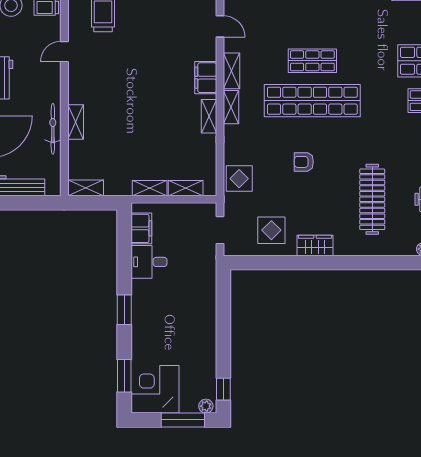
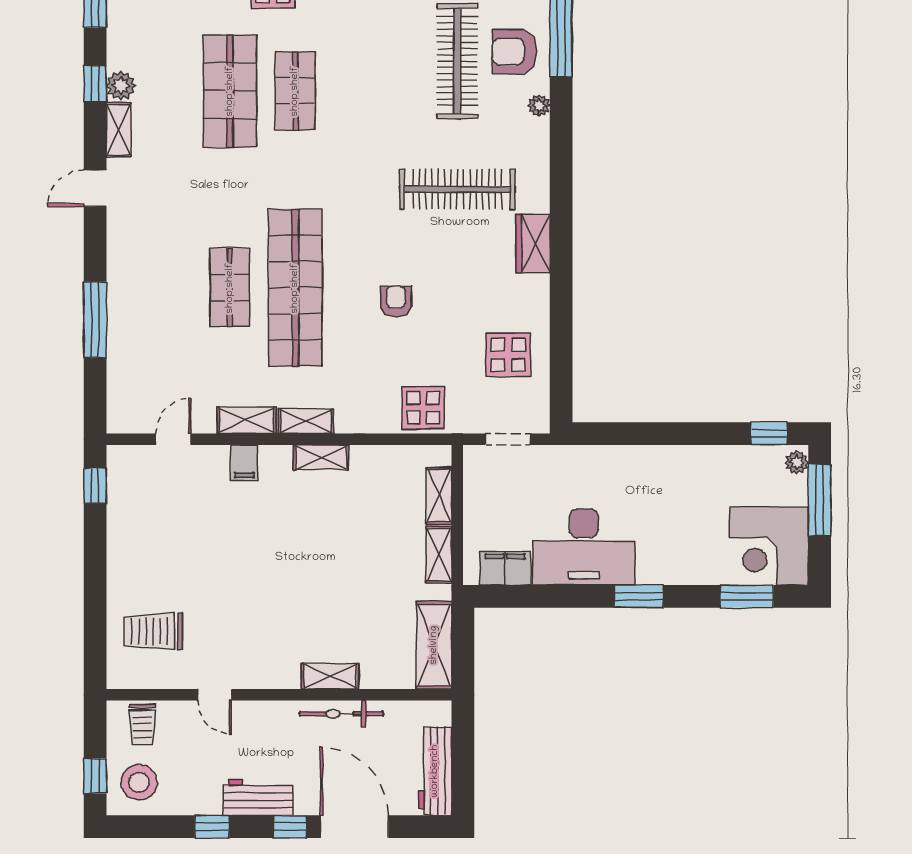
filing cabinet: (206, 78) -> (244, 463), width x0.50
armchair: (304, 162) -> (396, 301), turned 180
shelving: (86, 188) -> (434, 645), width x1.50, depth x1.33
wardrobe: (315, 245) -> (533, 244), moved
desk: (149, 262) -> (584, 547), width x1.87, depth x1.30

